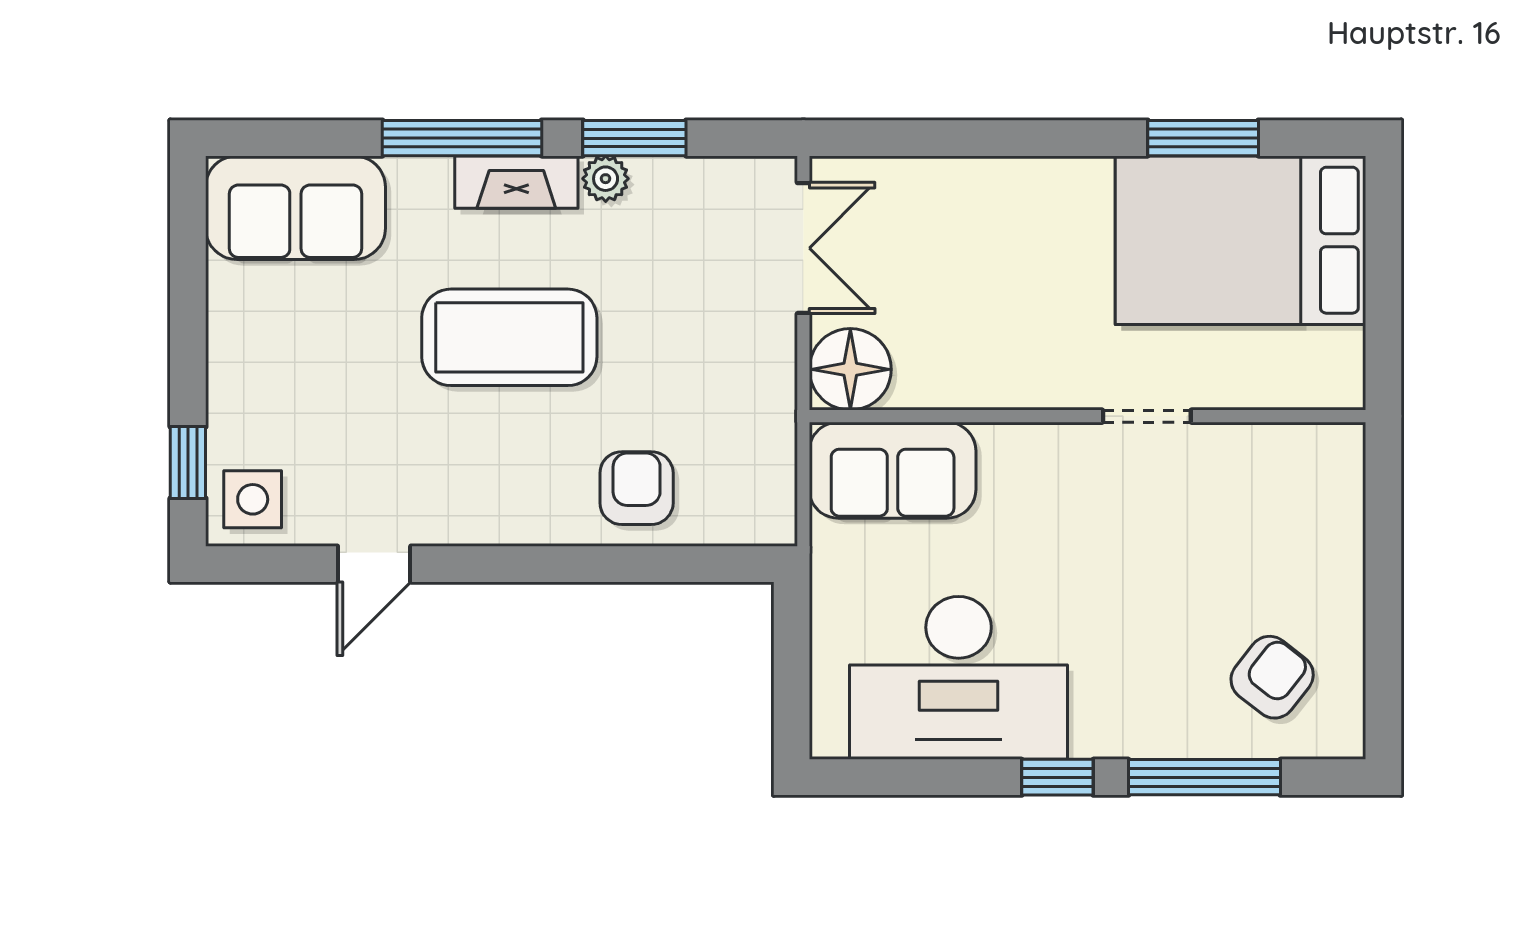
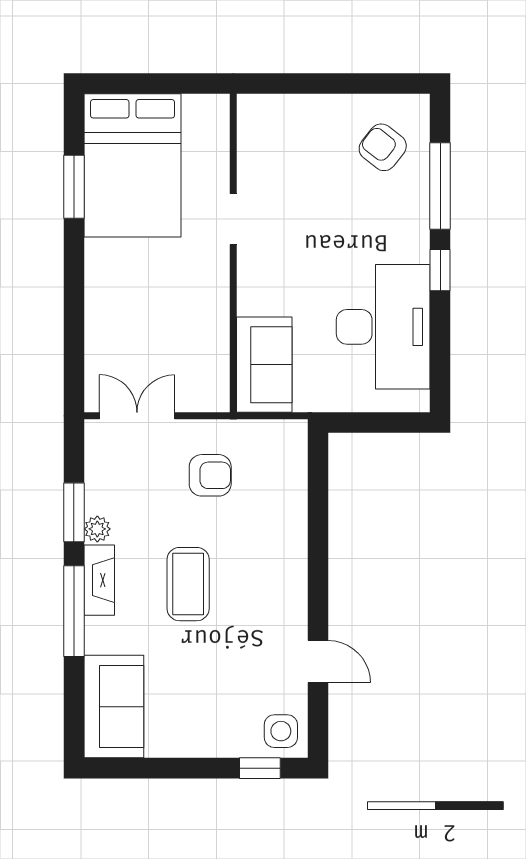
coffee table: (509, 337) -> (188, 584), width x0.73, depth x0.76
floor lamp: (850, 369) -> (206, 389), removed
armchair: (637, 488) -> (210, 475), moved, turned 180

